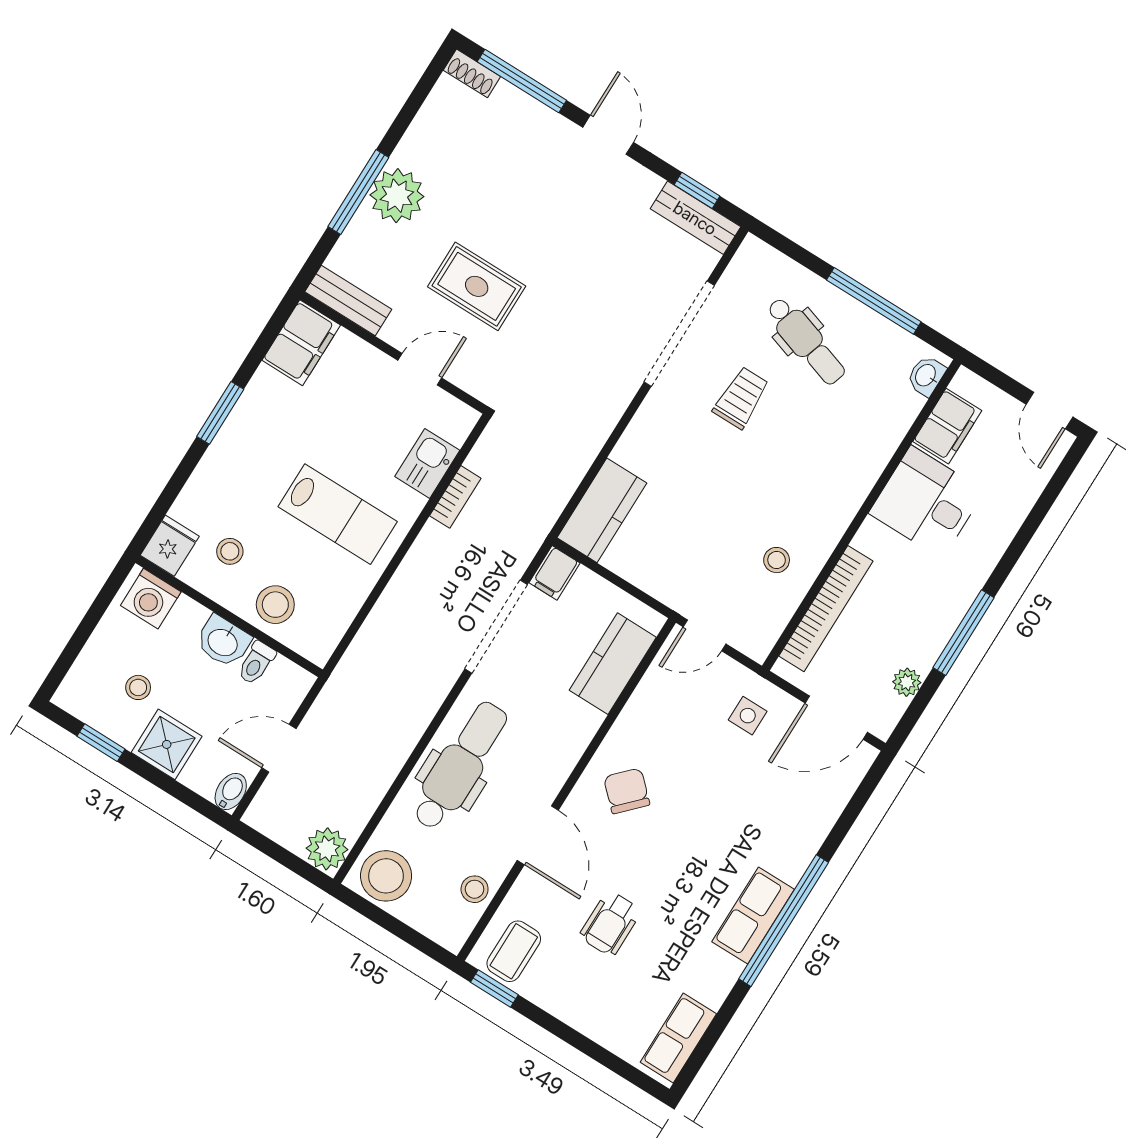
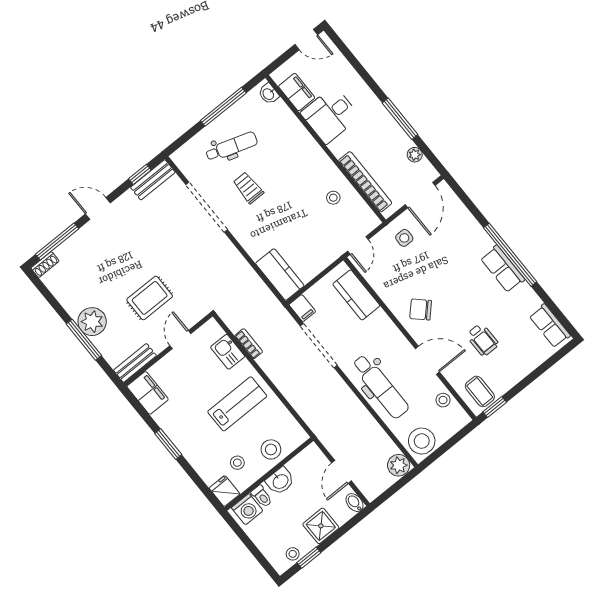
toilet: (256, 663) -> (262, 496), moved
stool: (138, 687) -> (293, 554), moved
dental chair: (460, 766) -> (380, 386), turned 180

